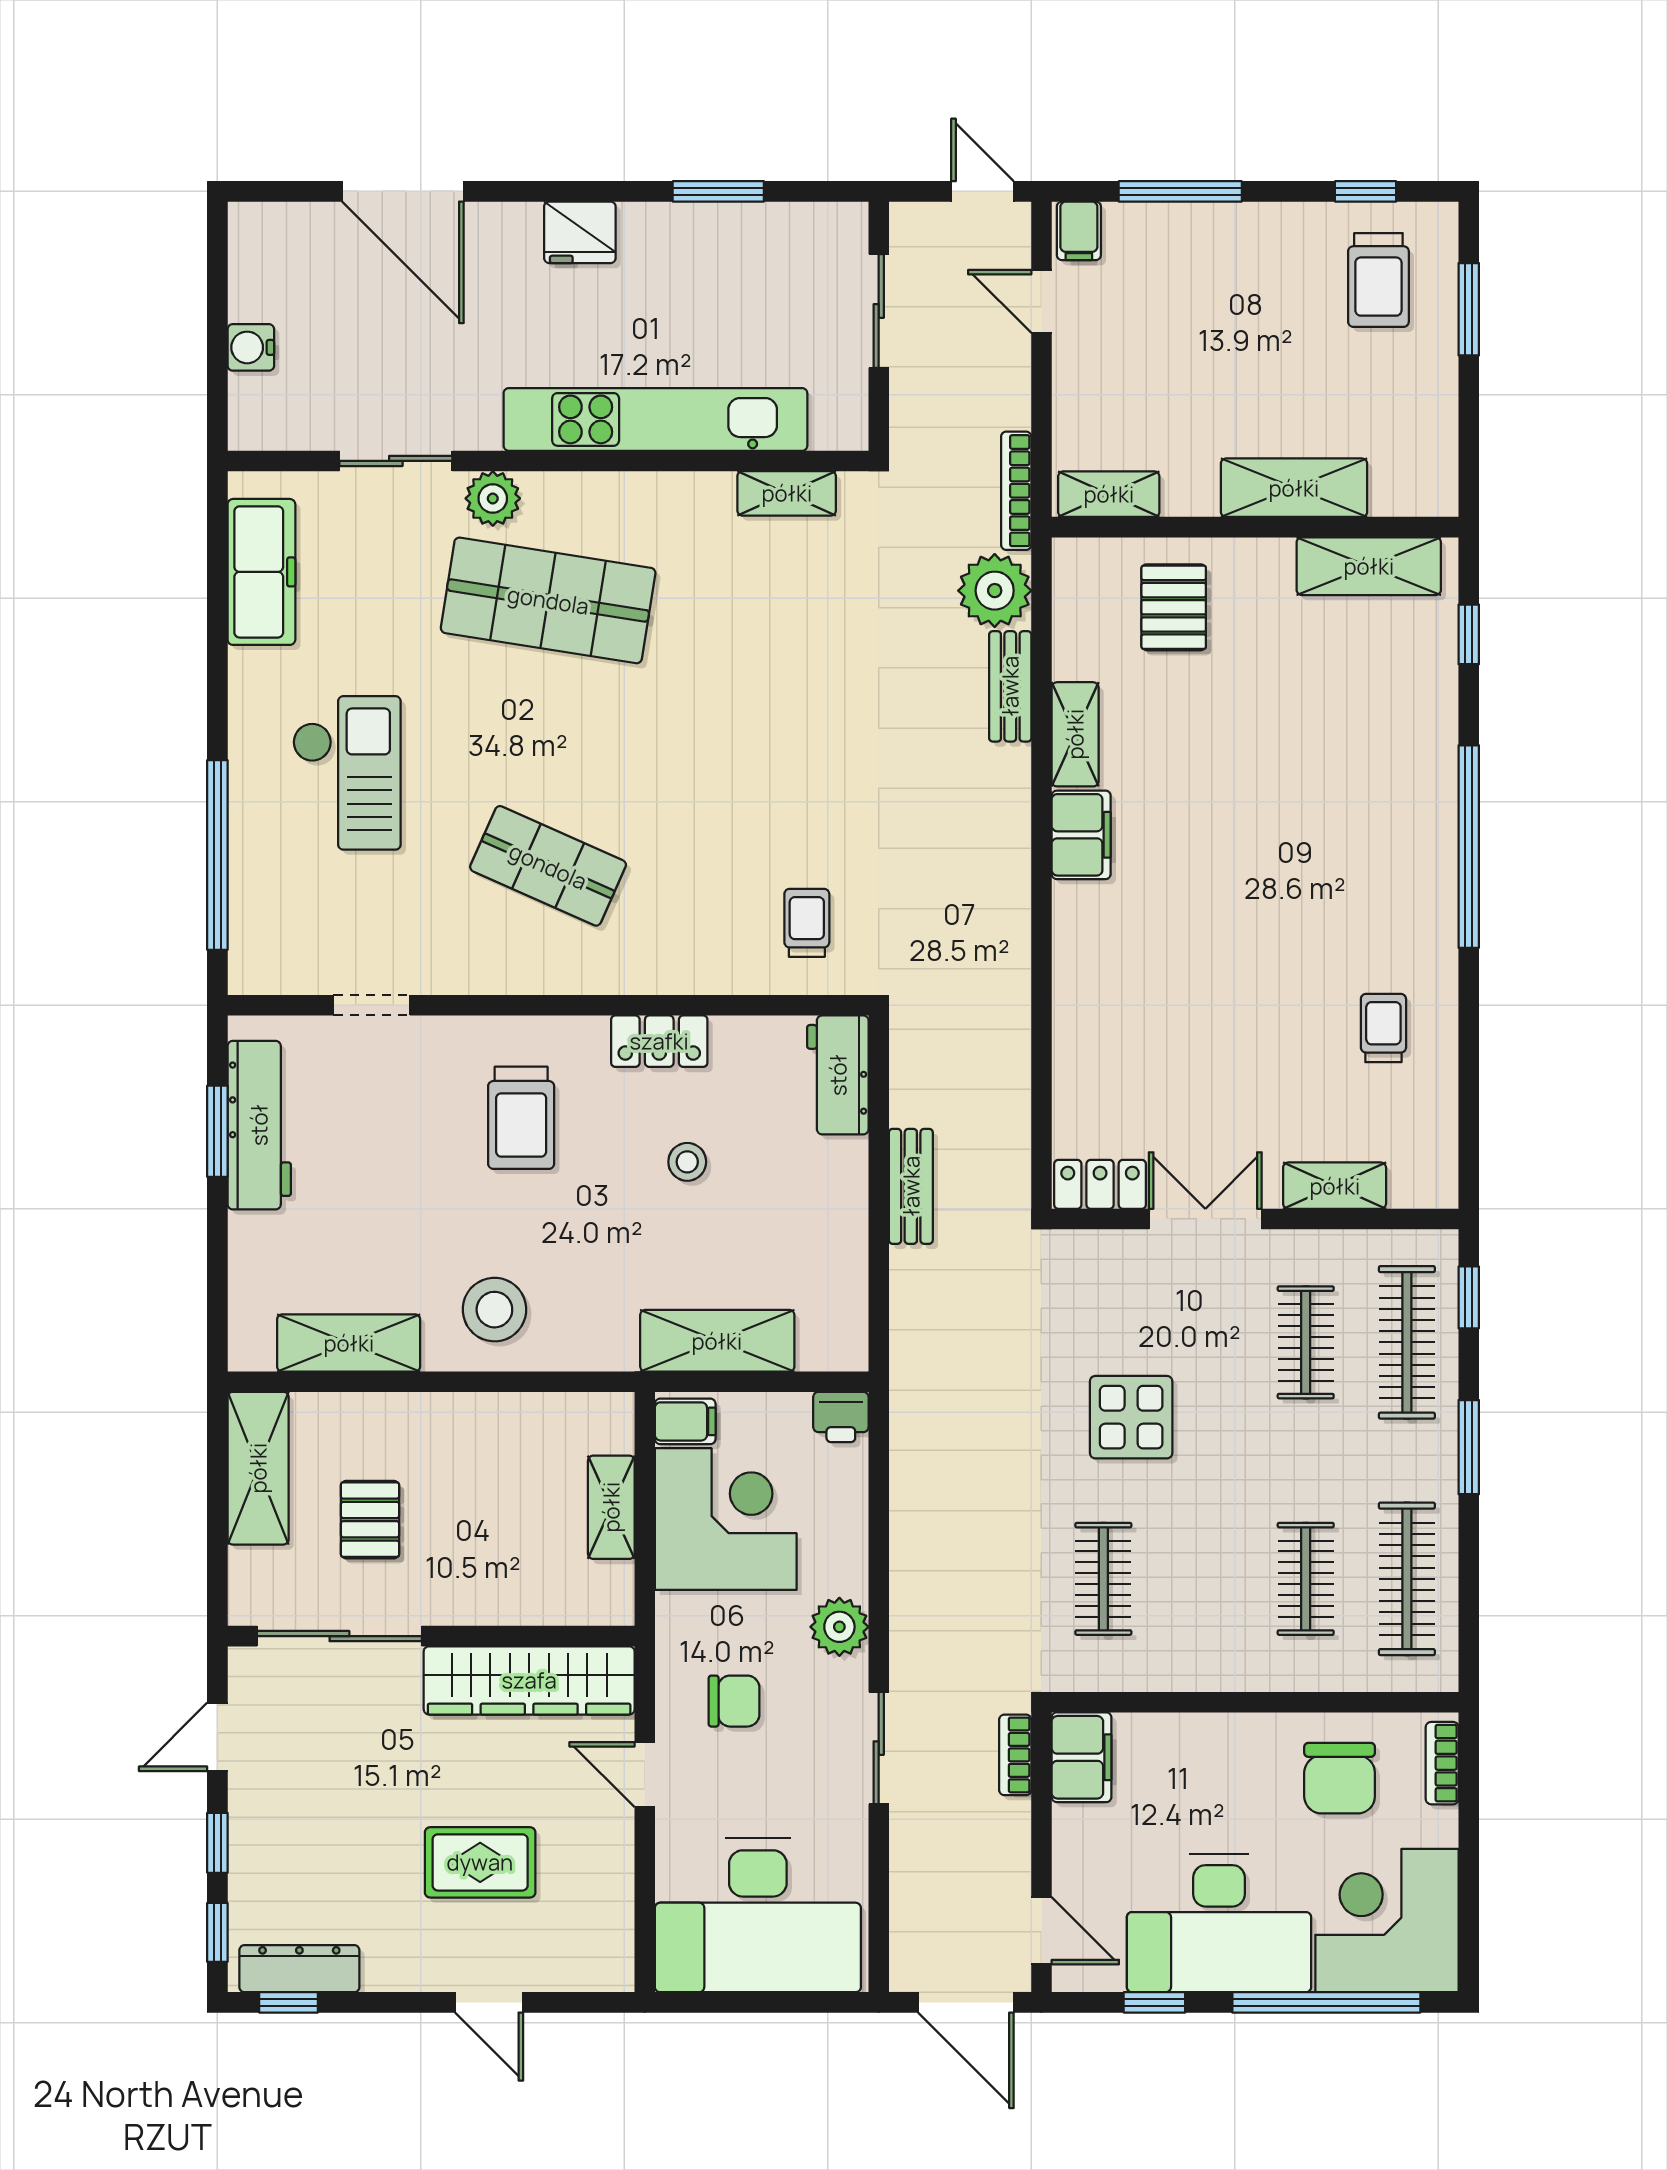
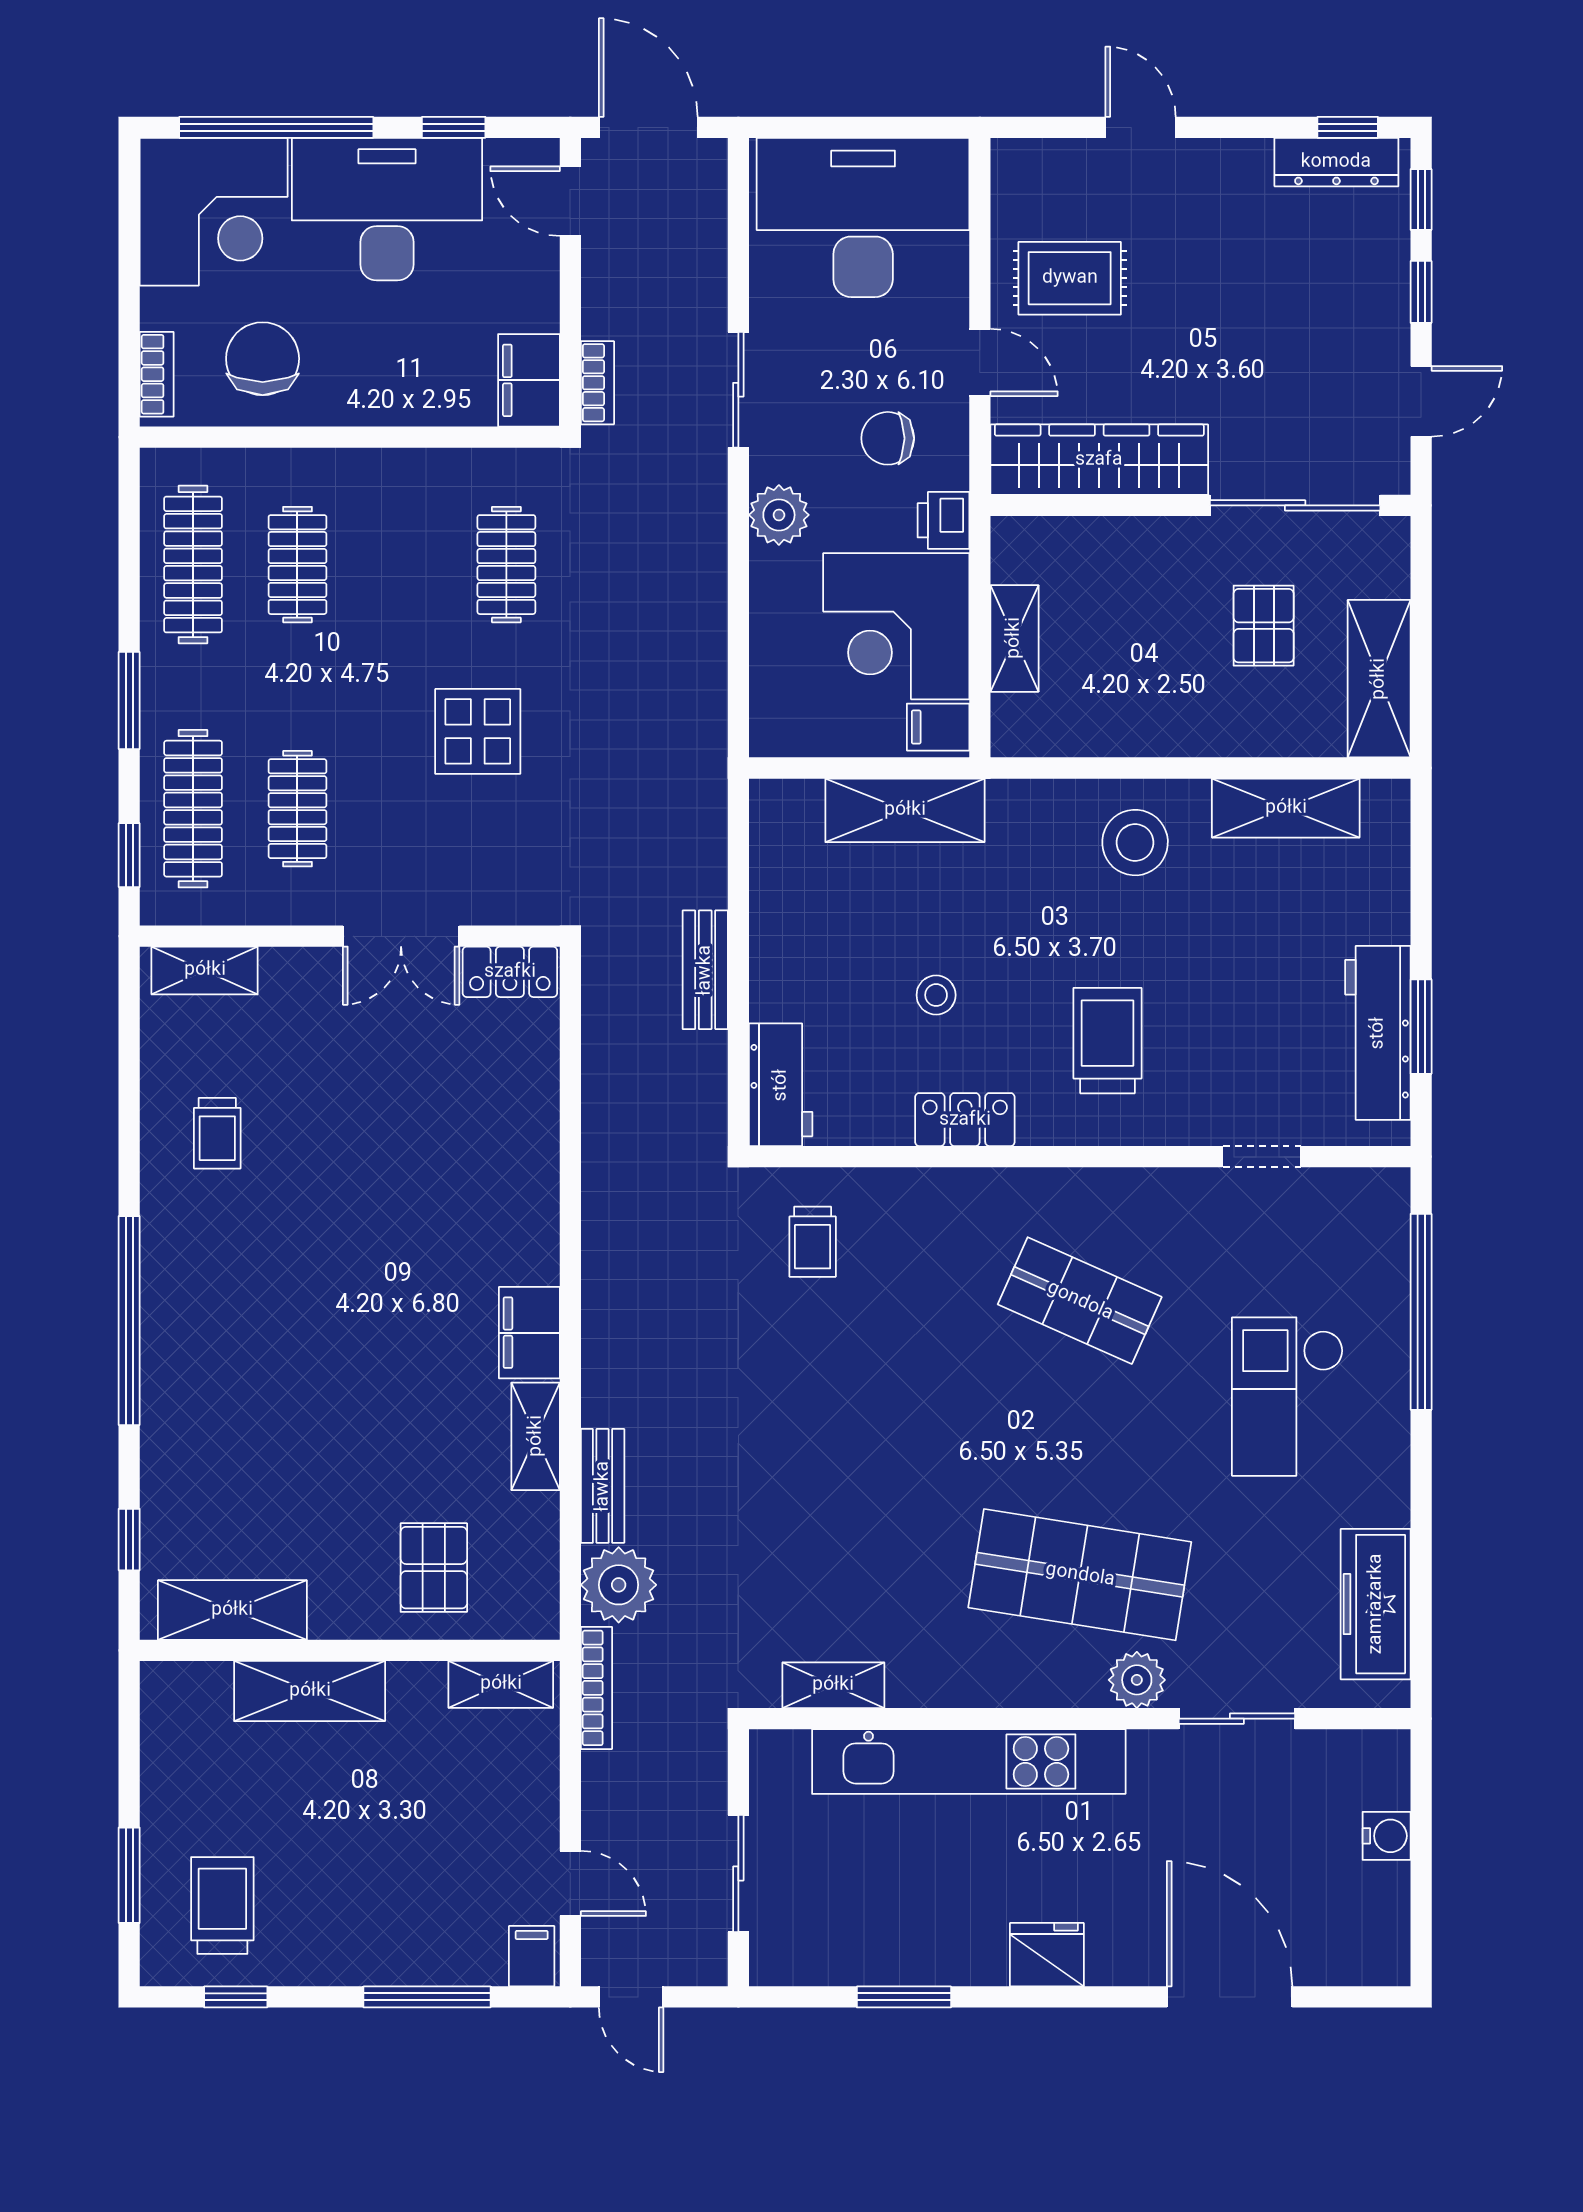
shelving: (1335, 1186) -> (205, 970), moved
printer: (841, 1417) -> (943, 520), moved, turned -90
rug: (480, 1862) -> (1070, 278), moved

